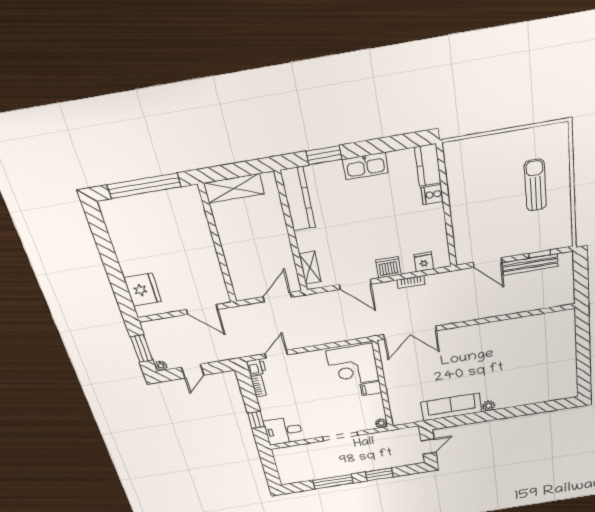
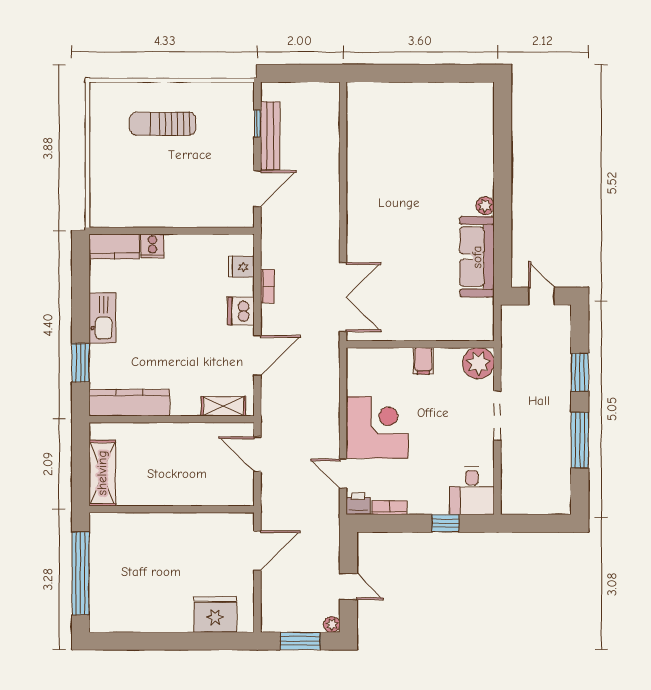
corner desk: (353, 366) -> (377, 427), moved, turned -90
plant: (381, 423) -> (478, 363), width x1.88, depth x1.88

